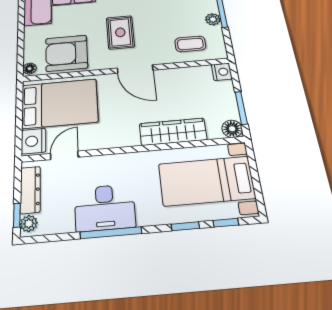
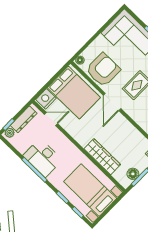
armchair: (66, 53) -> (103, 70), turned 90
door: (135, 69) -> (112, 102), moved
floor lamp: (232, 129) -> (133, 174), moved

